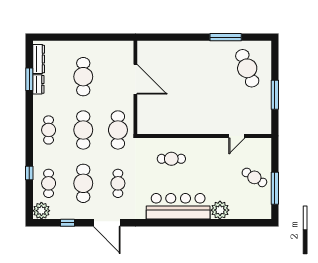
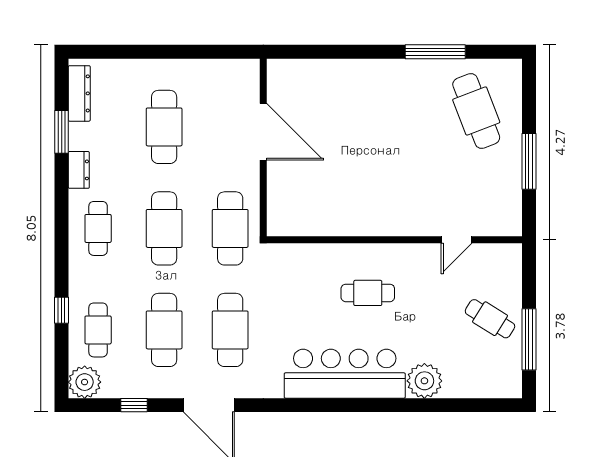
dresser: (38, 84) -> (79, 170), moved
cafe table: (171, 159) -> (368, 293), moved
cafe table: (118, 183) -> (230, 330), width x1.37, depth x1.35

